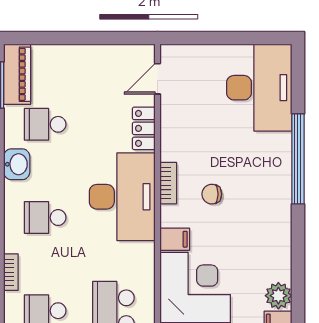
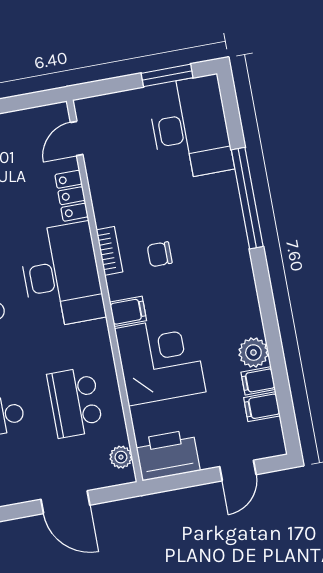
window: (247, 38) -> (167, 75), added

